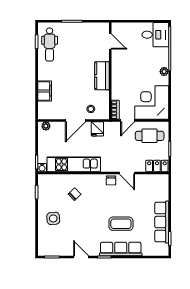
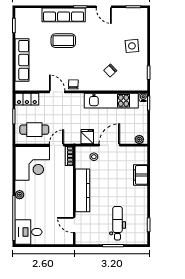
dental chair: (50, 44) -> (117, 223), moved
kitchen counter: (102, 76) -> (83, 190), width x1.50
row of seats: (162, 222) -> (22, 60), moved

